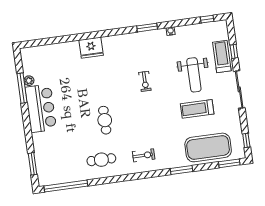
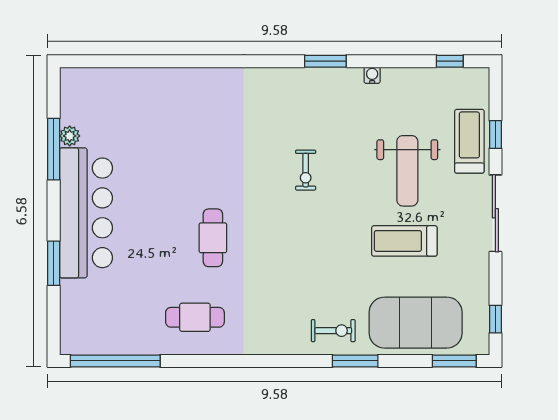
fridge: (91, 48) -> (206, 86), removed
bar counter: (41, 108) -> (86, 213), width x1.36
exercise bike: (144, 155) -> (333, 331), moved
window: (33, 164) -> (54, 263), moved

